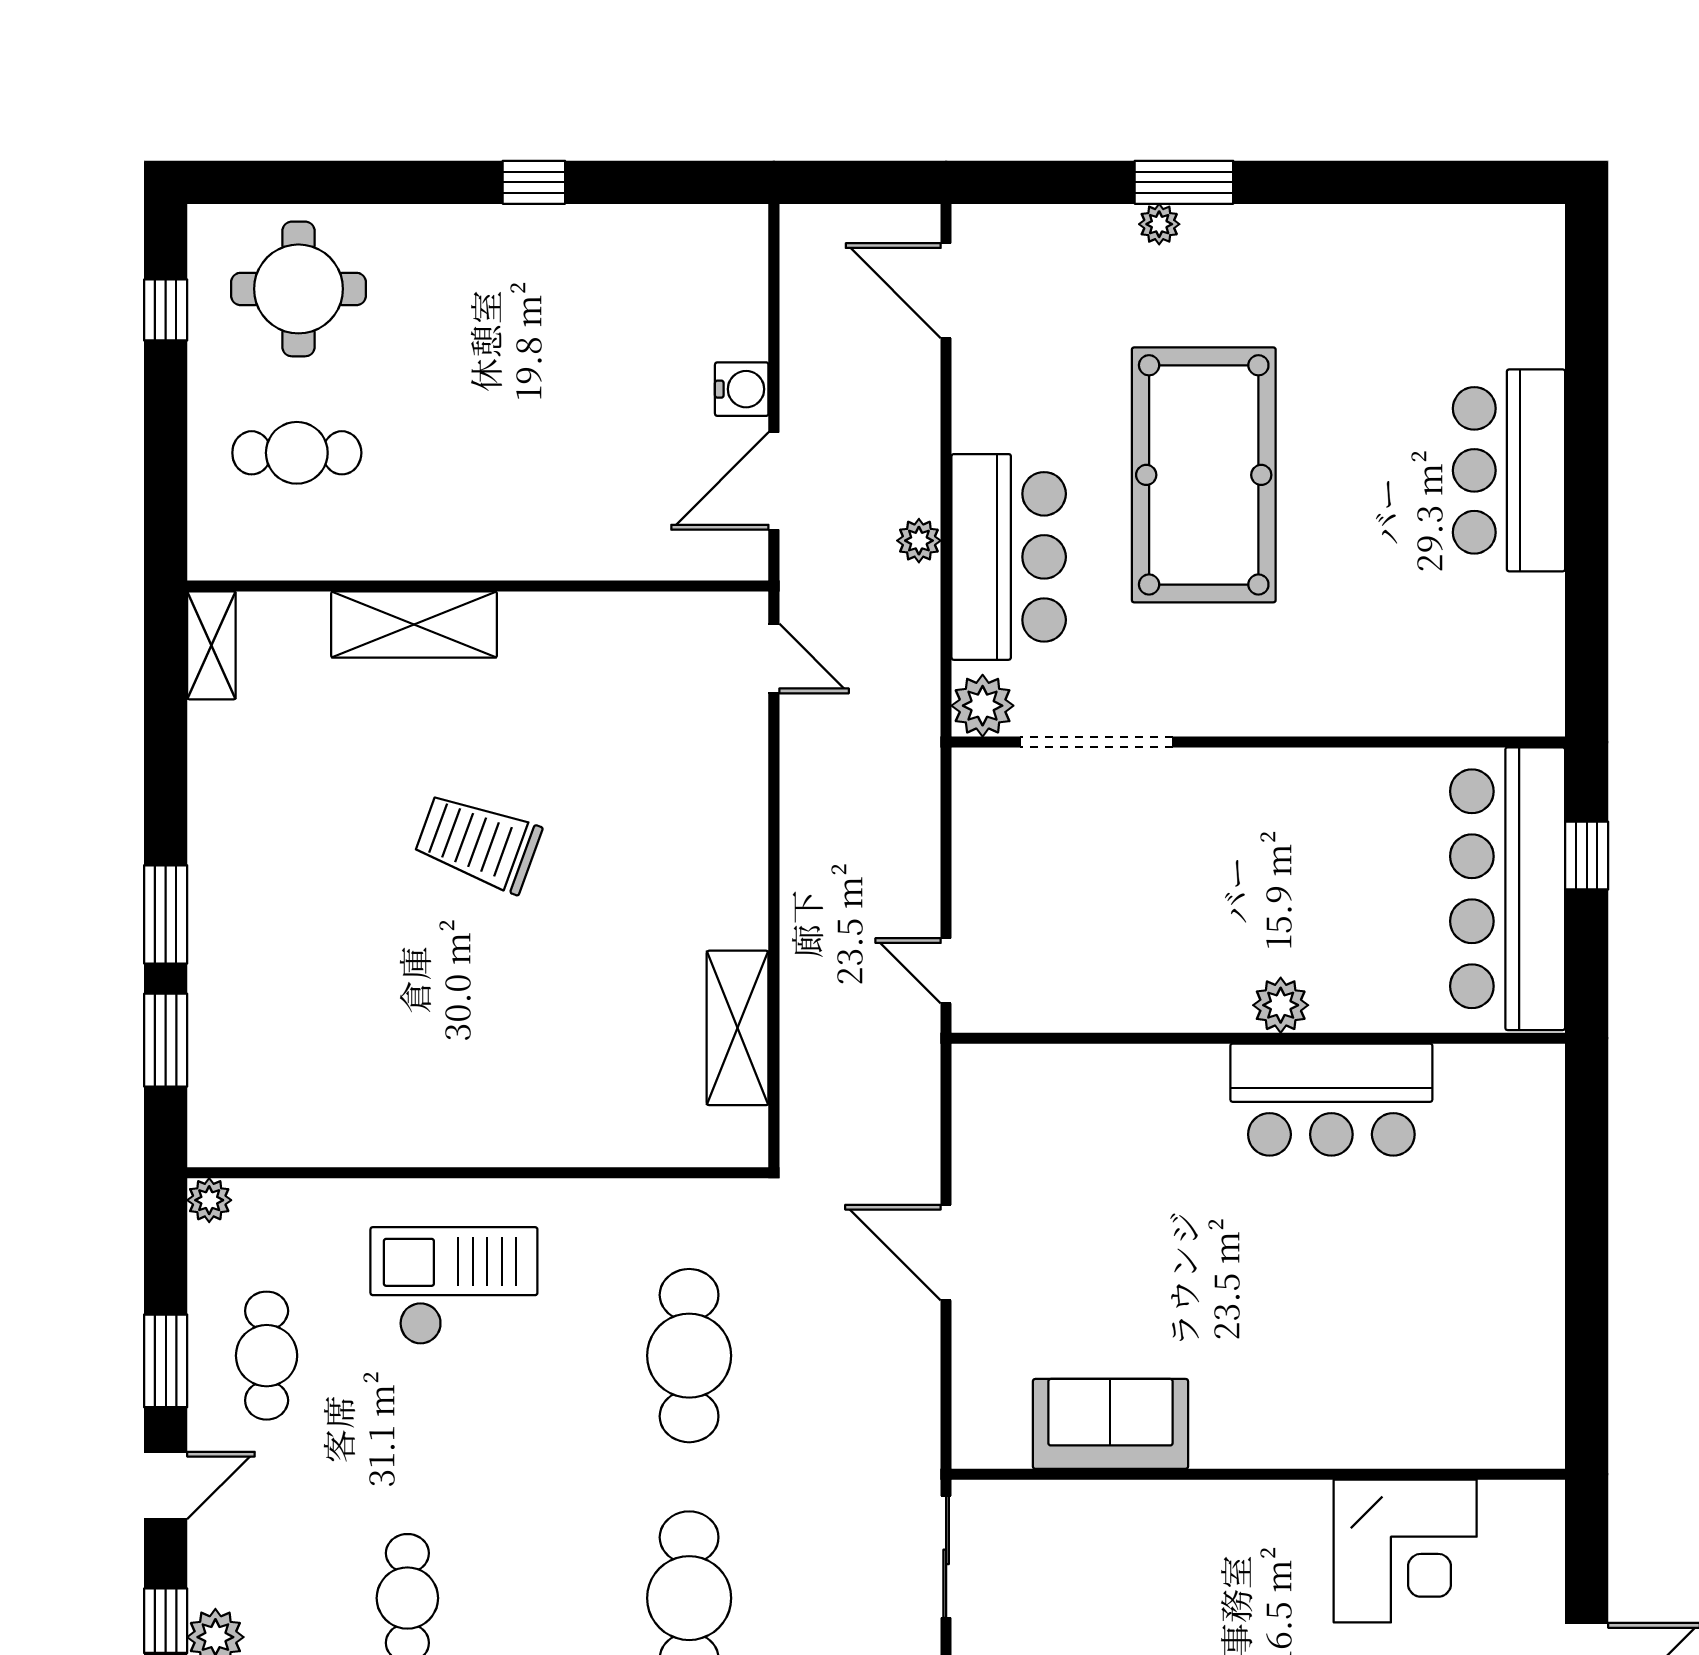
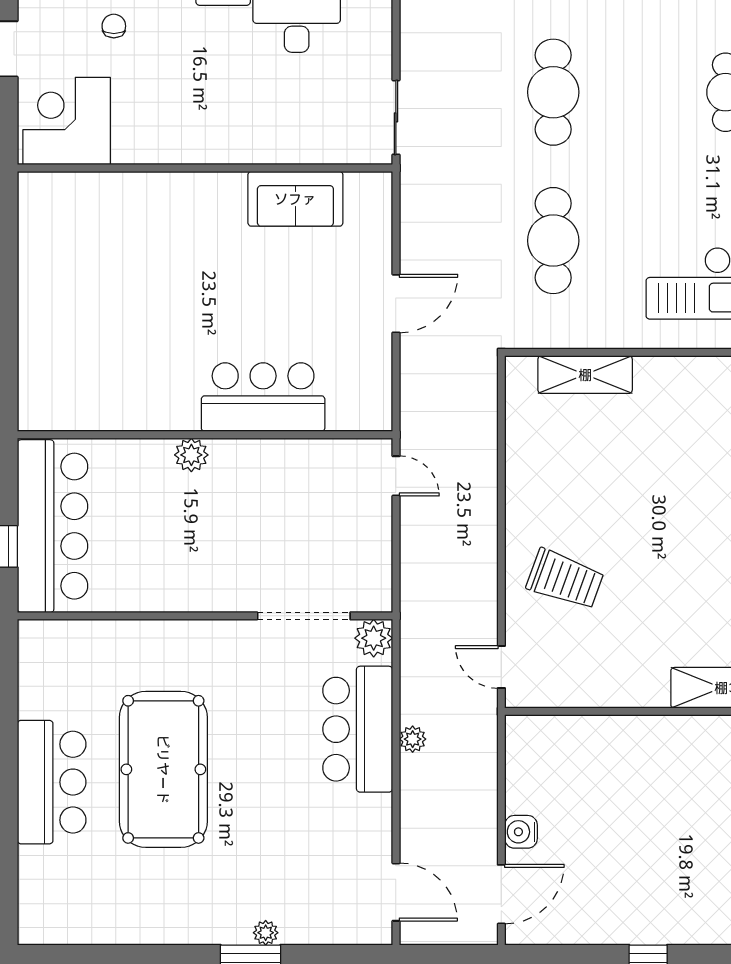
pool table: (1204, 475) -> (163, 769), moved
door: (774, 481) -> (501, 894), moved
trolley: (478, 843) -> (565, 579), moved
shelving: (738, 1028) -> (585, 375), moved, turned 90
bar counter: (1331, 1100) -> (263, 397), moved
door: (946, 1253) -> (396, 304), hinge flipped
corner desk: (1405, 1551) -> (67, 121), moved

